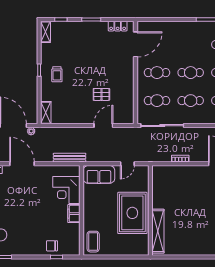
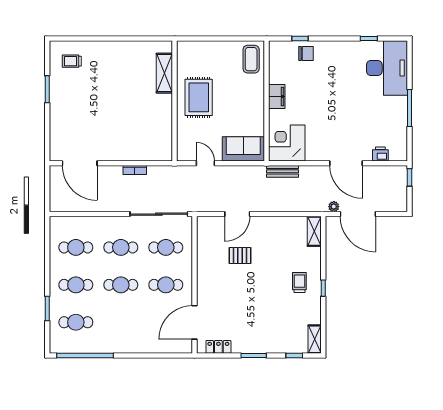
bench: (70, 158) -> (283, 171), width x0.73
door: (127, 164) -> (205, 163), hinge flipped
corner desk: (66, 190) -> (287, 143), moved, turned -90
rug: (132, 213) -> (199, 97), width x0.73, depth x0.69
shelving: (158, 231) -> (164, 73), width x0.68

